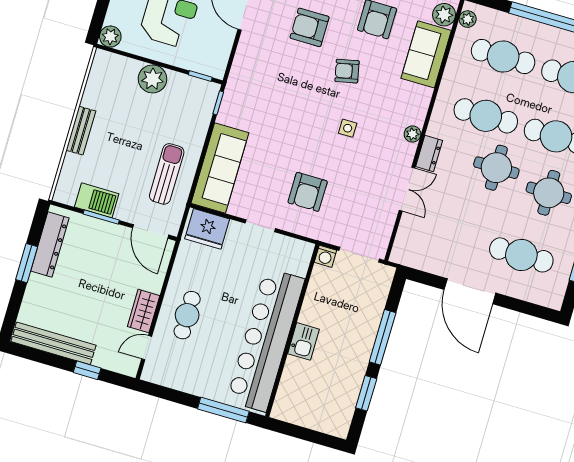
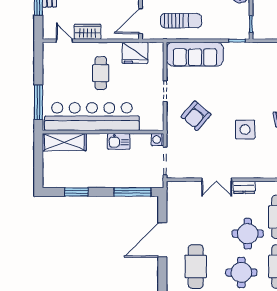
side table: (348, 128) -> (245, 130), width x1.87, depth x1.87
plant: (412, 134) -> (254, 173), removed
armchair: (308, 192) -> (196, 116), turned -49
fridge: (207, 229) -> (135, 53), moved, turned -90
cafe table: (187, 315) -> (101, 73), moved, turned 90
window: (383, 337) -> (133, 192), moved
kitchen sink: (304, 341) -> (119, 141), moved
shelving: (290, 390) -> (64, 142), added

